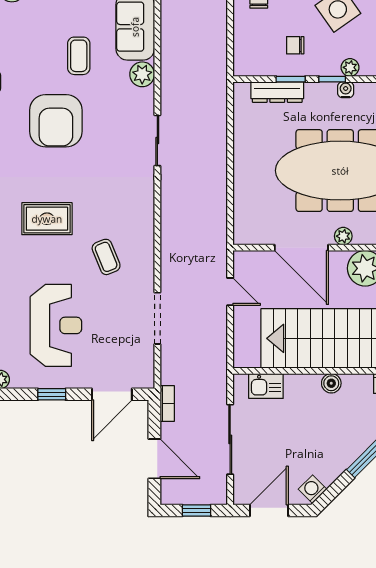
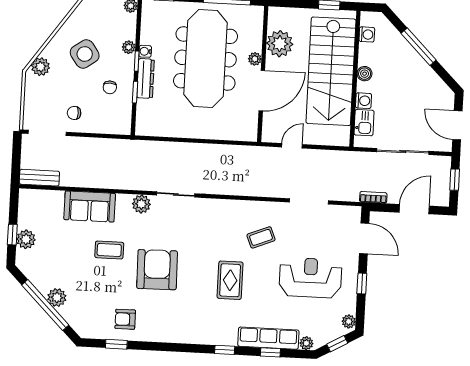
plant: (142, 74) -> (141, 204), moved
dresser: (277, 92) -> (146, 78), moved
armchair: (56, 121) -> (157, 270), turned -91
washing machine: (313, 489) -> (363, 101), moved, turned -135

